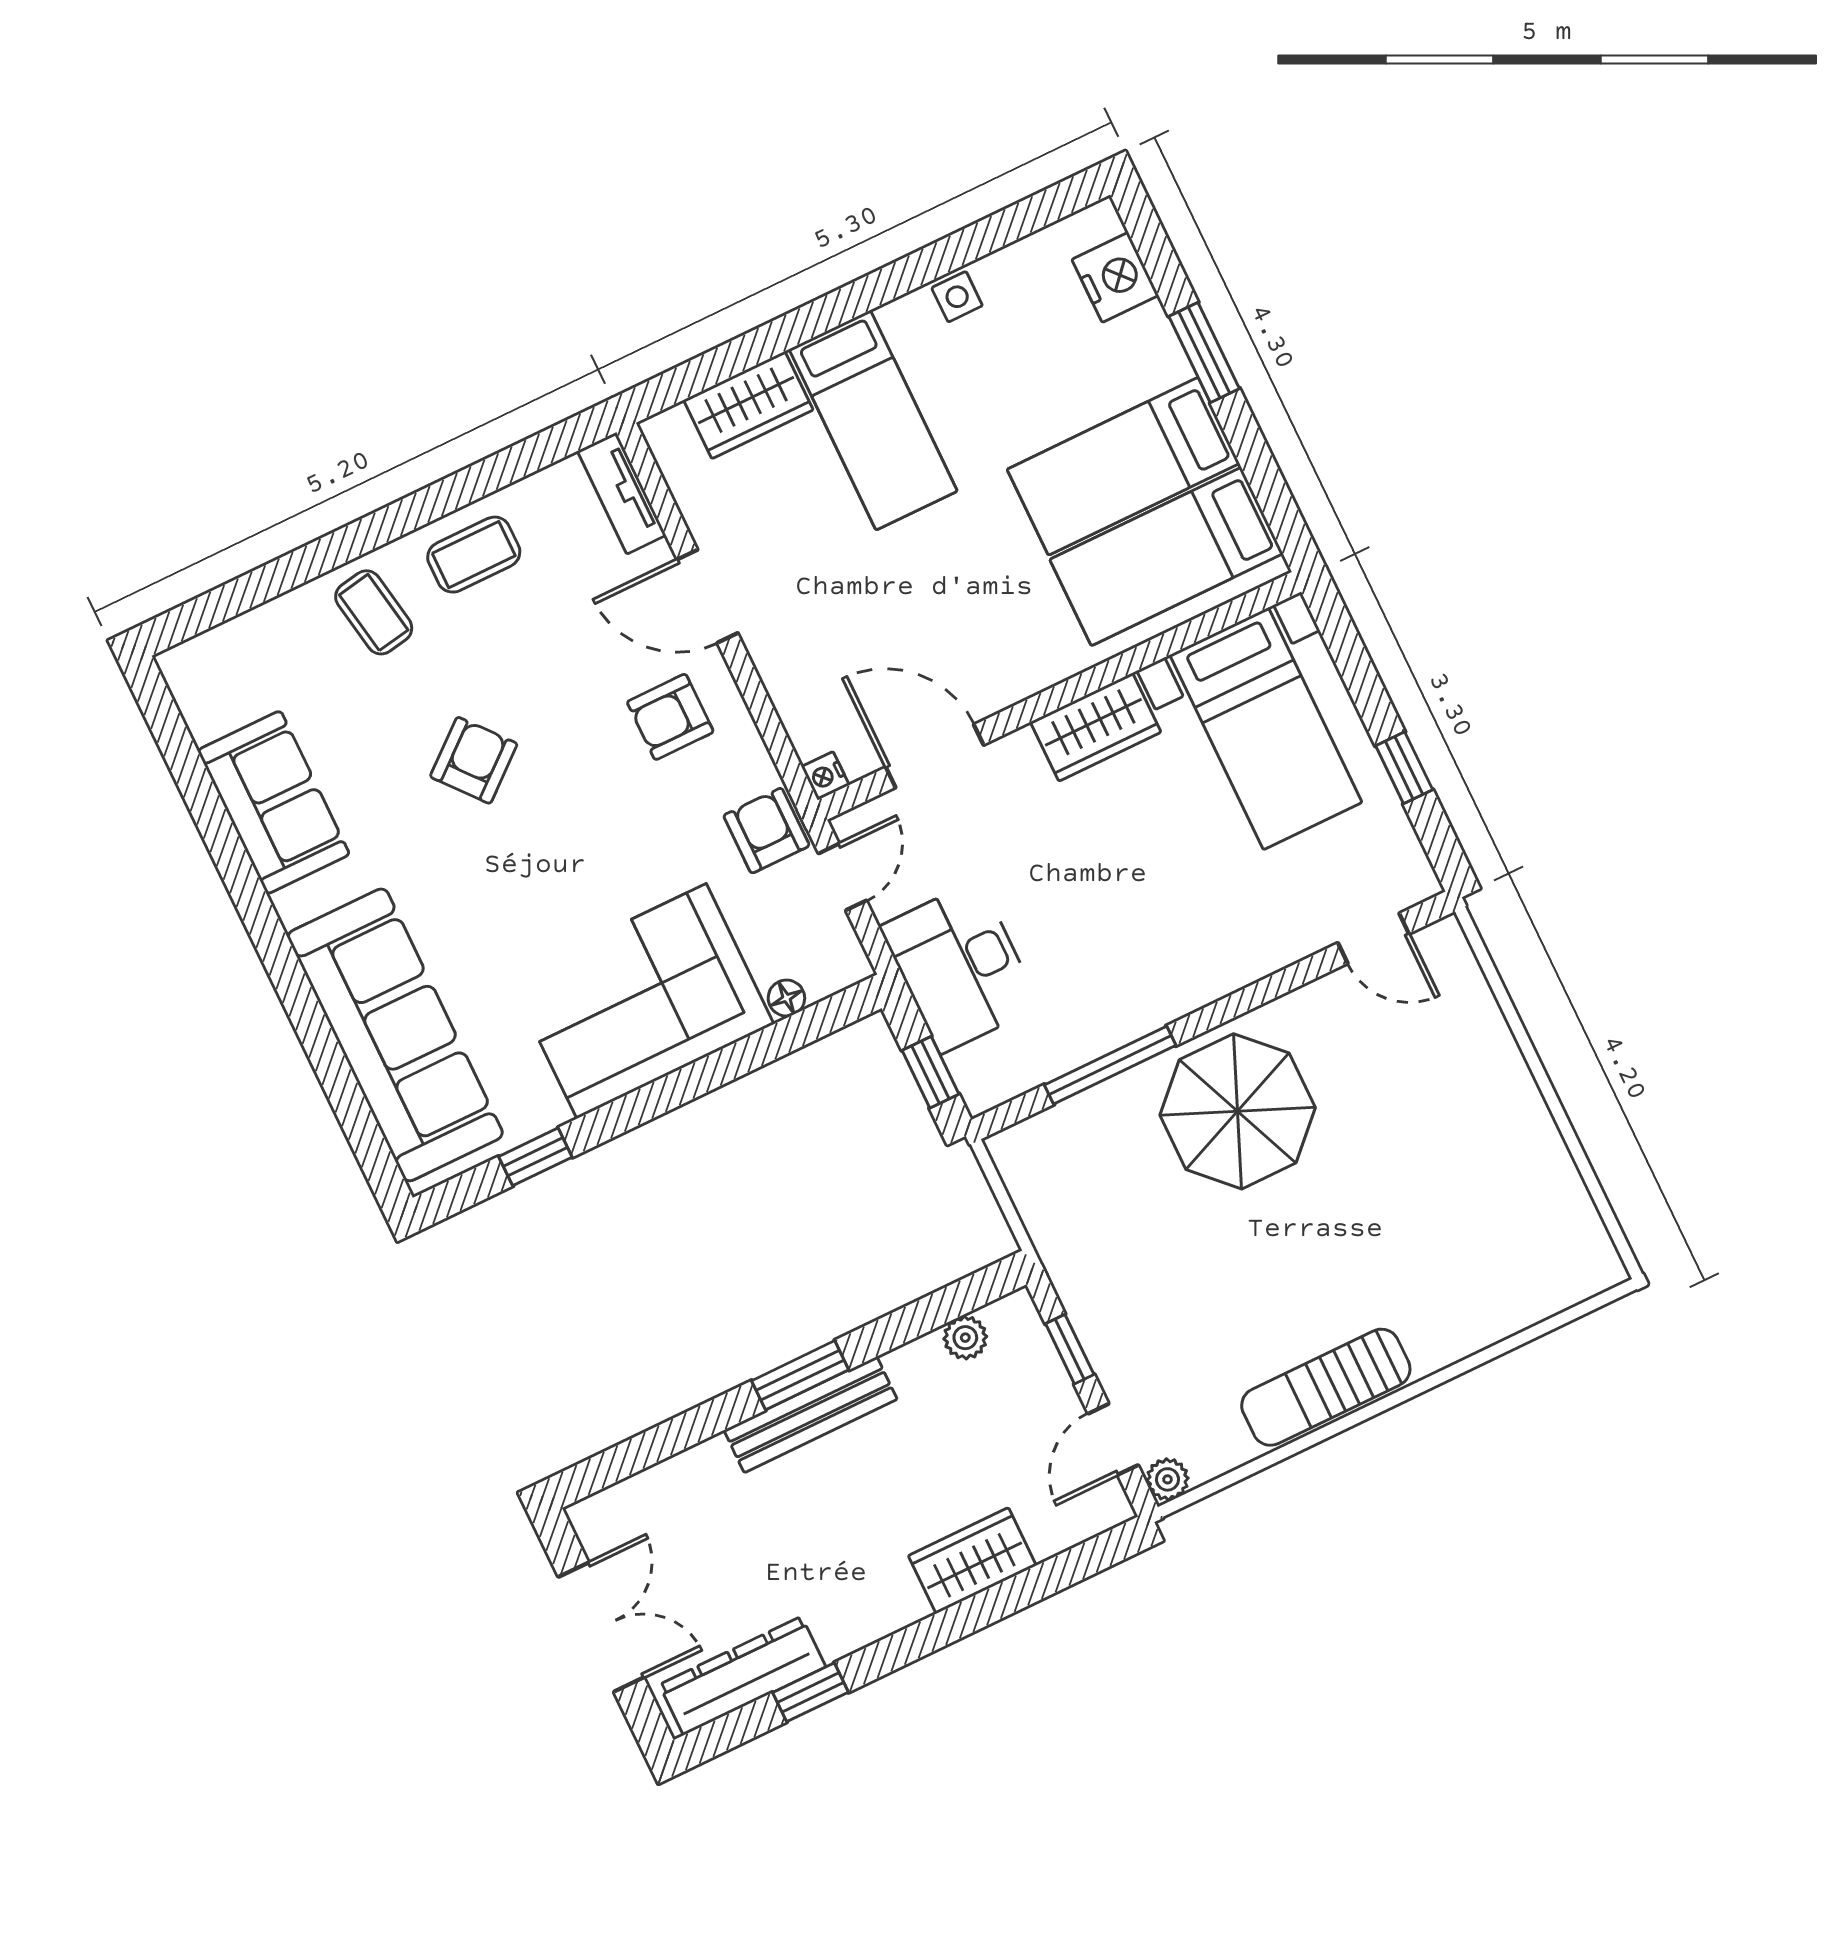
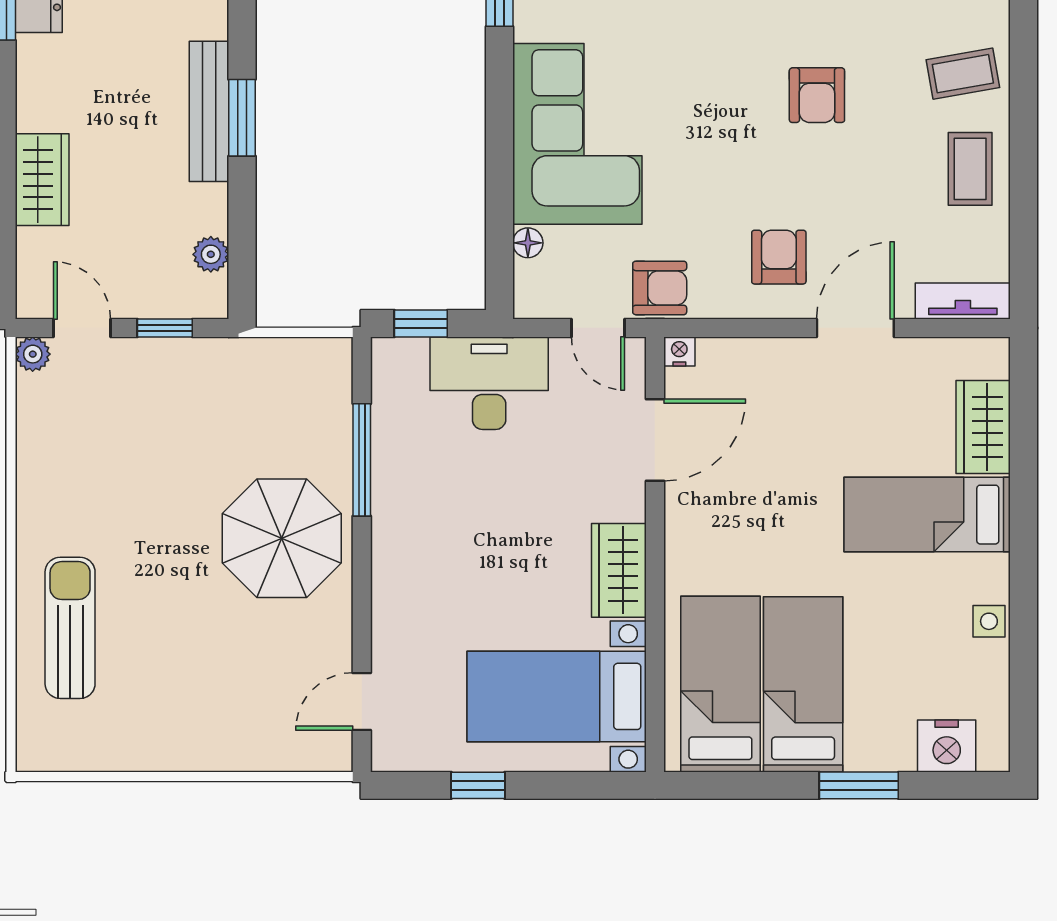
armchair: (474, 760) -> (817, 95), turned 40
sun lounger: (1326, 1387) -> (70, 628), moved

